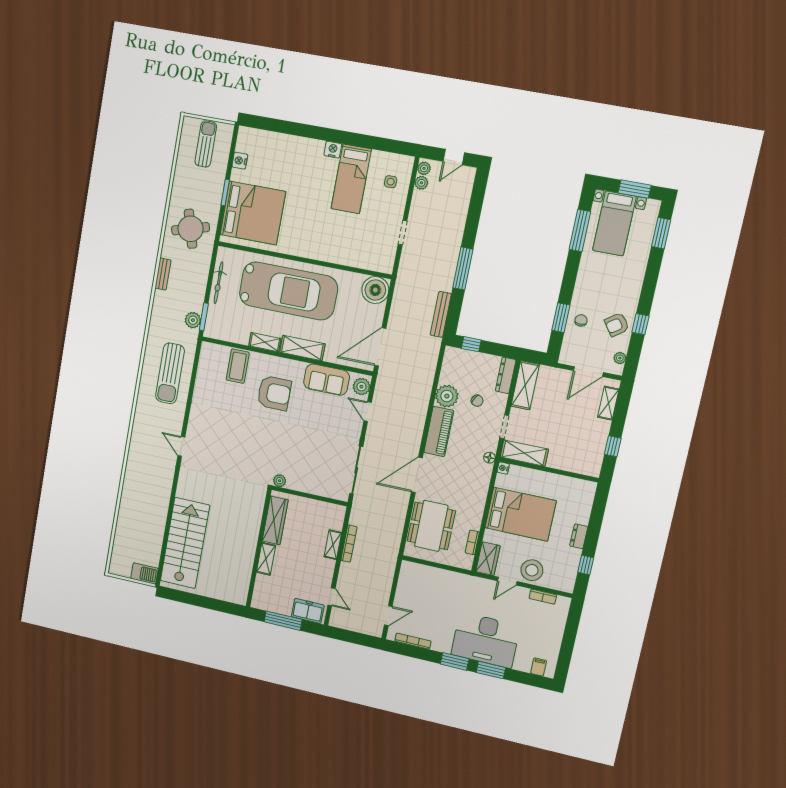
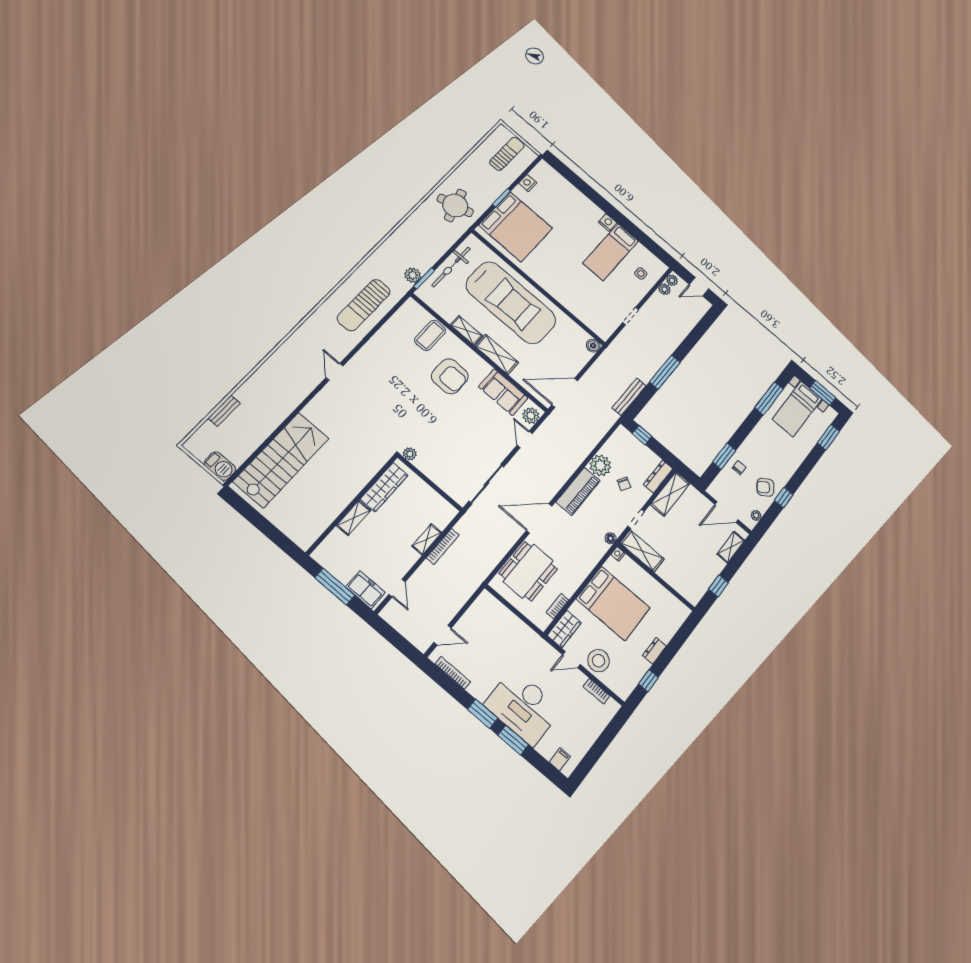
bench: (163, 274) -> (224, 411), moved
bicycle: (218, 283) -> (451, 267), width x1.37, depth x1.40
boiler: (375, 290) -> (593, 346), width x0.54, depth x0.54

